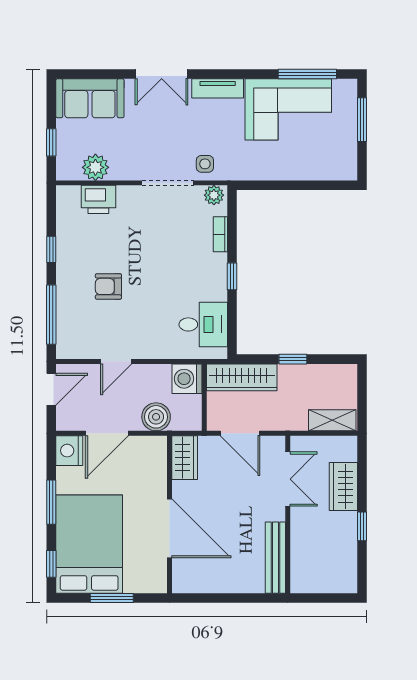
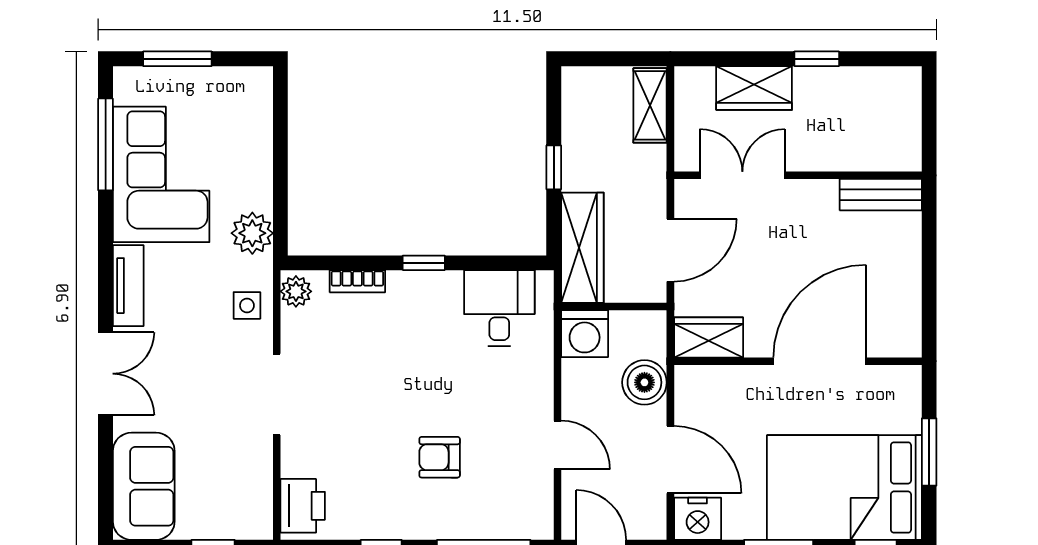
plant: (95, 167) -> (252, 233), moved
doorway: (168, 183) -> (277, 394), moved
printer: (98, 199) -> (303, 506), moved
armchair: (108, 286) -> (440, 457), turned 90
bench: (275, 558) -> (881, 195), width x0.73

